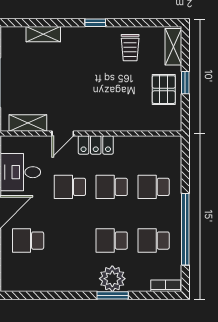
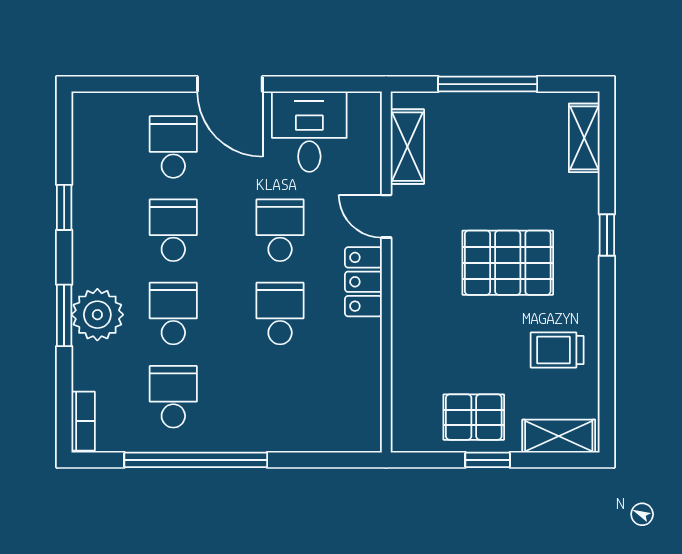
window: (95, 23) -> (607, 235), moved
shelving: (43, 34) -> (584, 138), moved
pallet: (86, 72) -> (508, 263), added
school desk: (154, 187) -> (173, 230), moved
window: (58, 295) -> (64, 207), added

